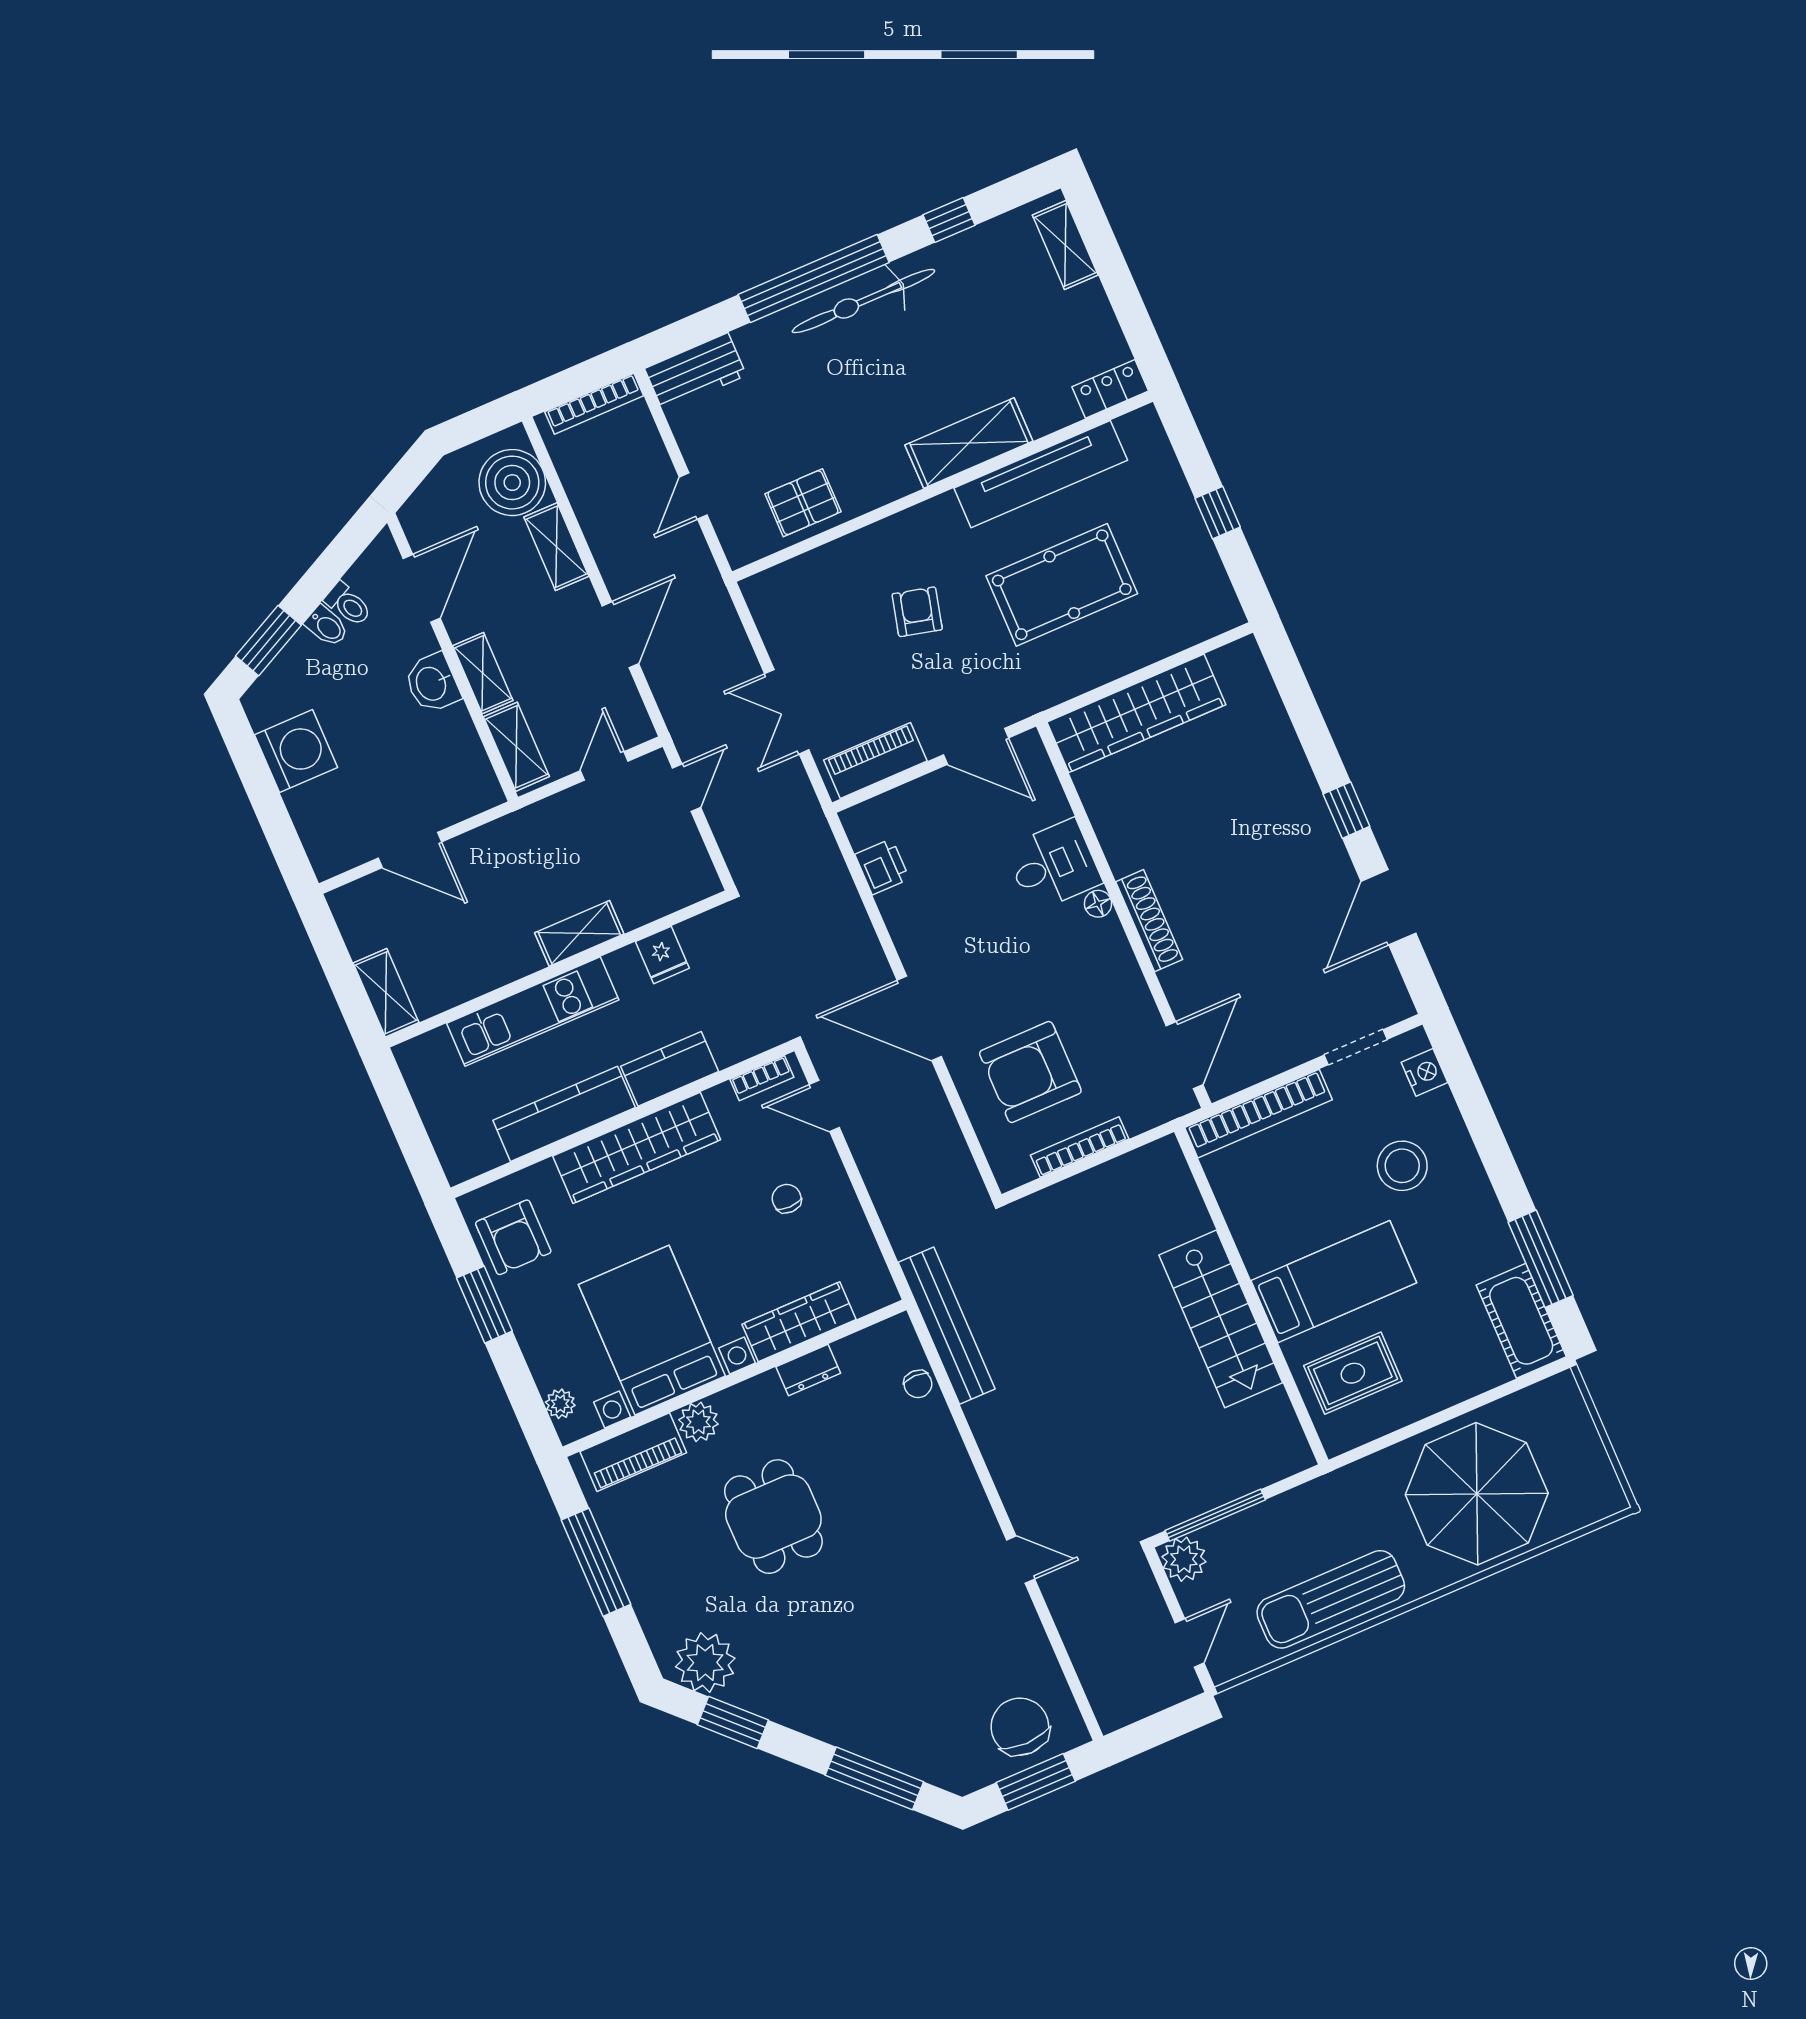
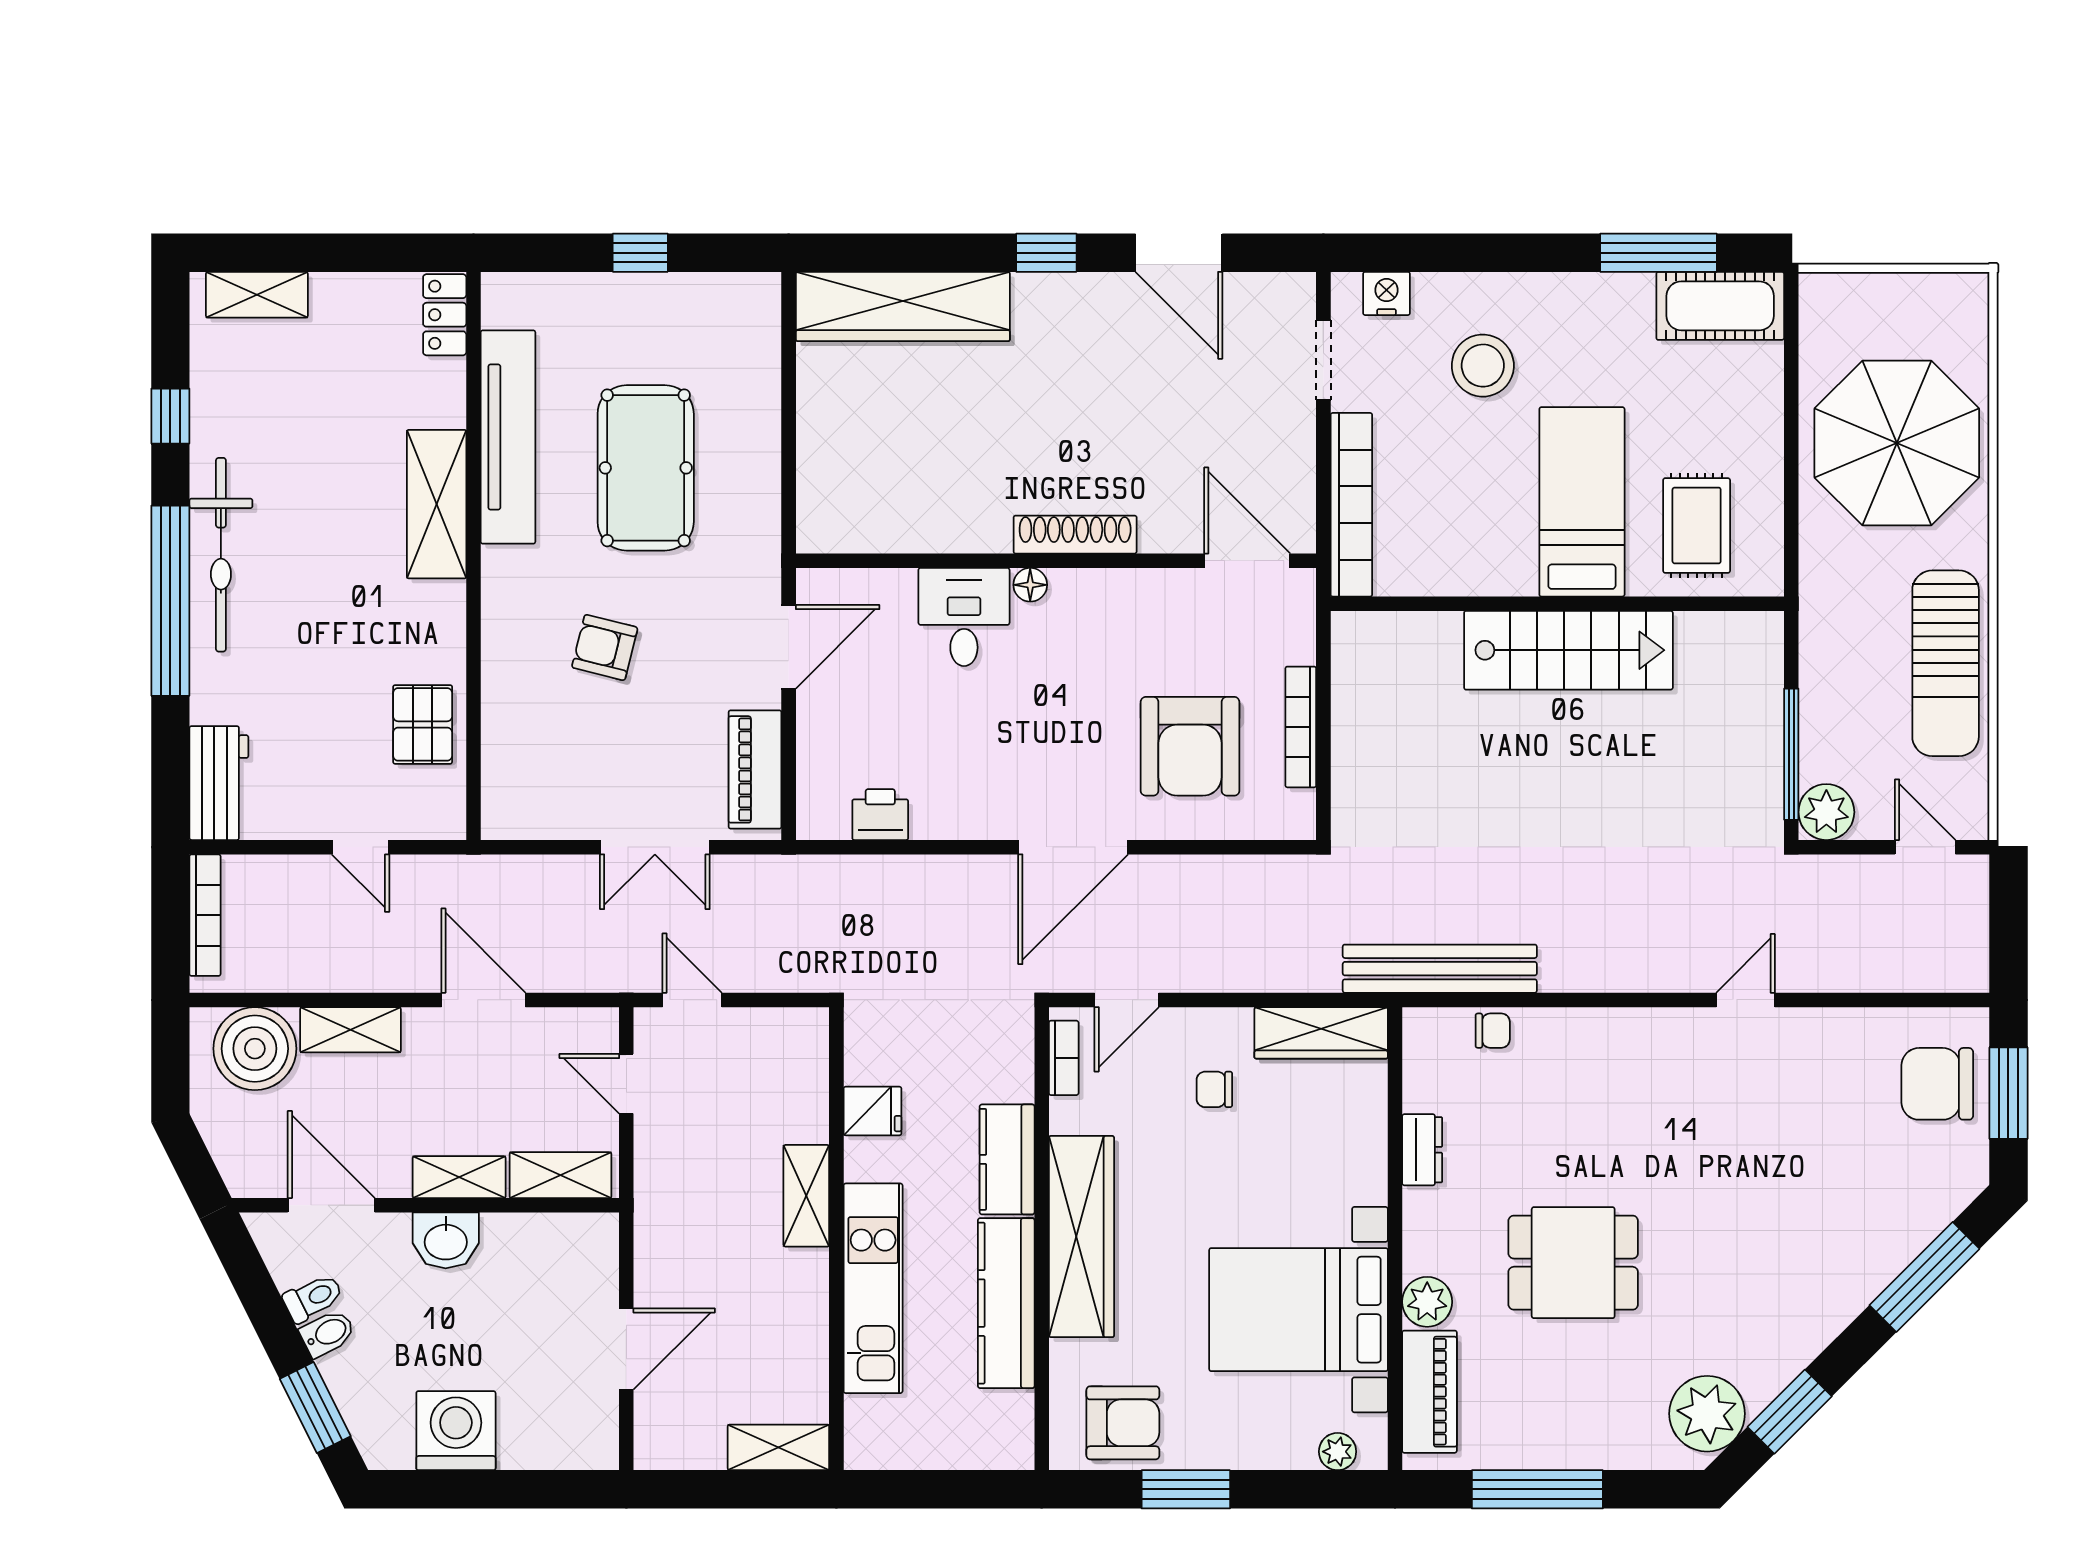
wardrobe: (1136, 713) -> (903, 307), moved, turned 90
wardrobe: (799, 1322) -> (1321, 1033), moved, turned -90

